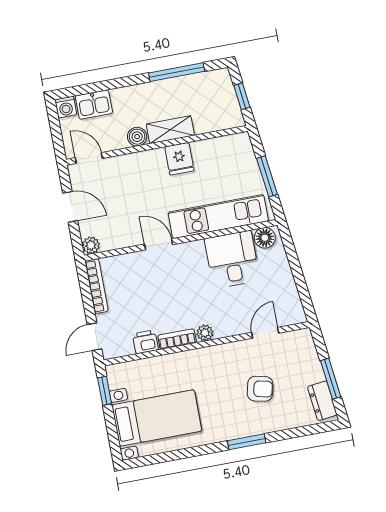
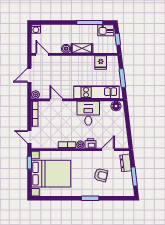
kitchen sink: (94, 105) -> (106, 30), moved
fridge: (179, 159) -> (101, 62), moved
door: (70, 207) -> (29, 75), swing flipped
door: (159, 244) -> (56, 100), moved
desk: (232, 259) -> (88, 113), moved
door: (94, 337) -> (29, 137), hinge flipped
printer: (145, 342) -> (90, 144), moved
dresser: (322, 401) -> (126, 163), moved
bed with nightstands: (157, 418) -> (51, 174), width x1.36

